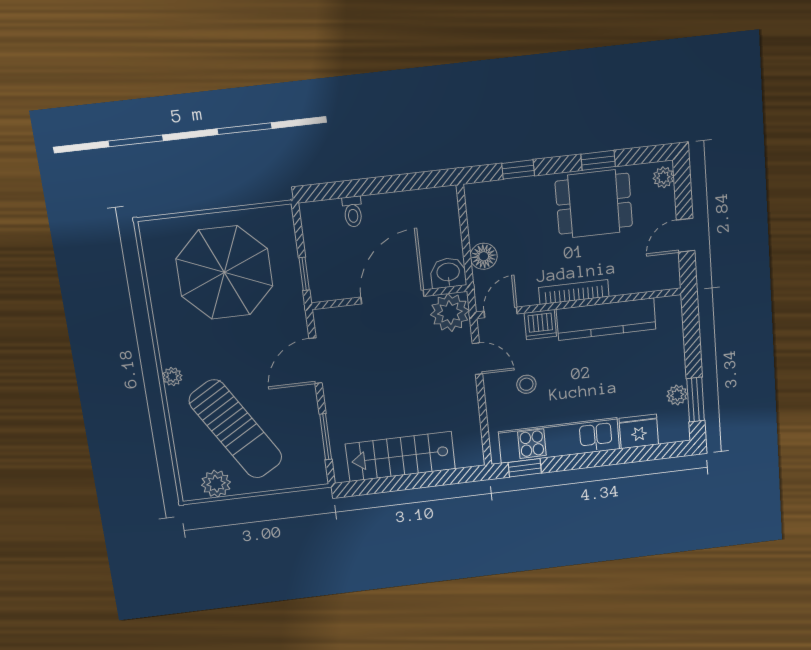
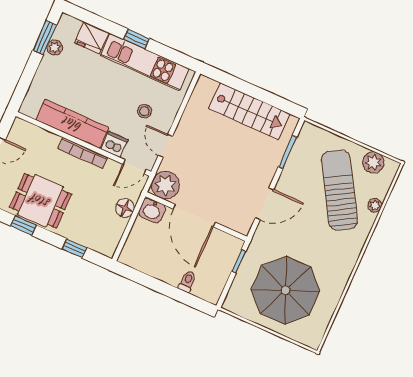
door: (392, 297) -> (194, 216), hinge flipped
plant: (172, 376) -> (375, 205), moved
window: (525, 468) -> (137, 39), moved

